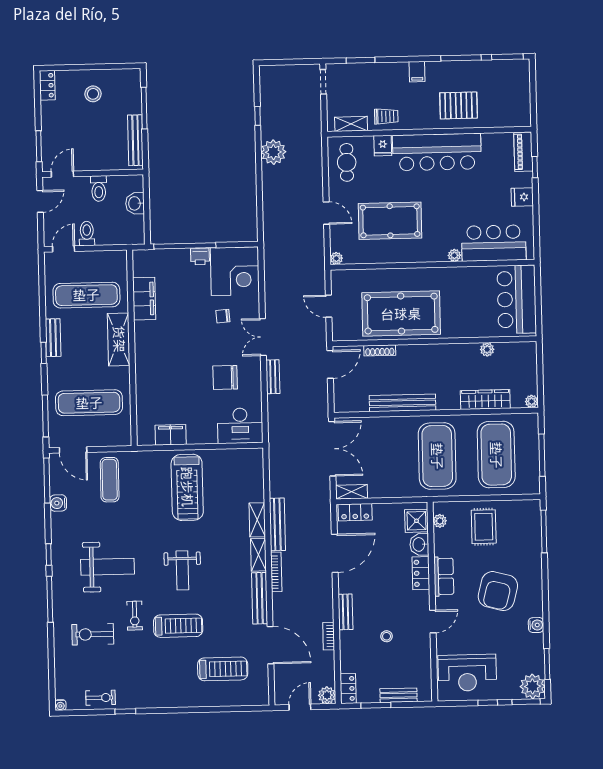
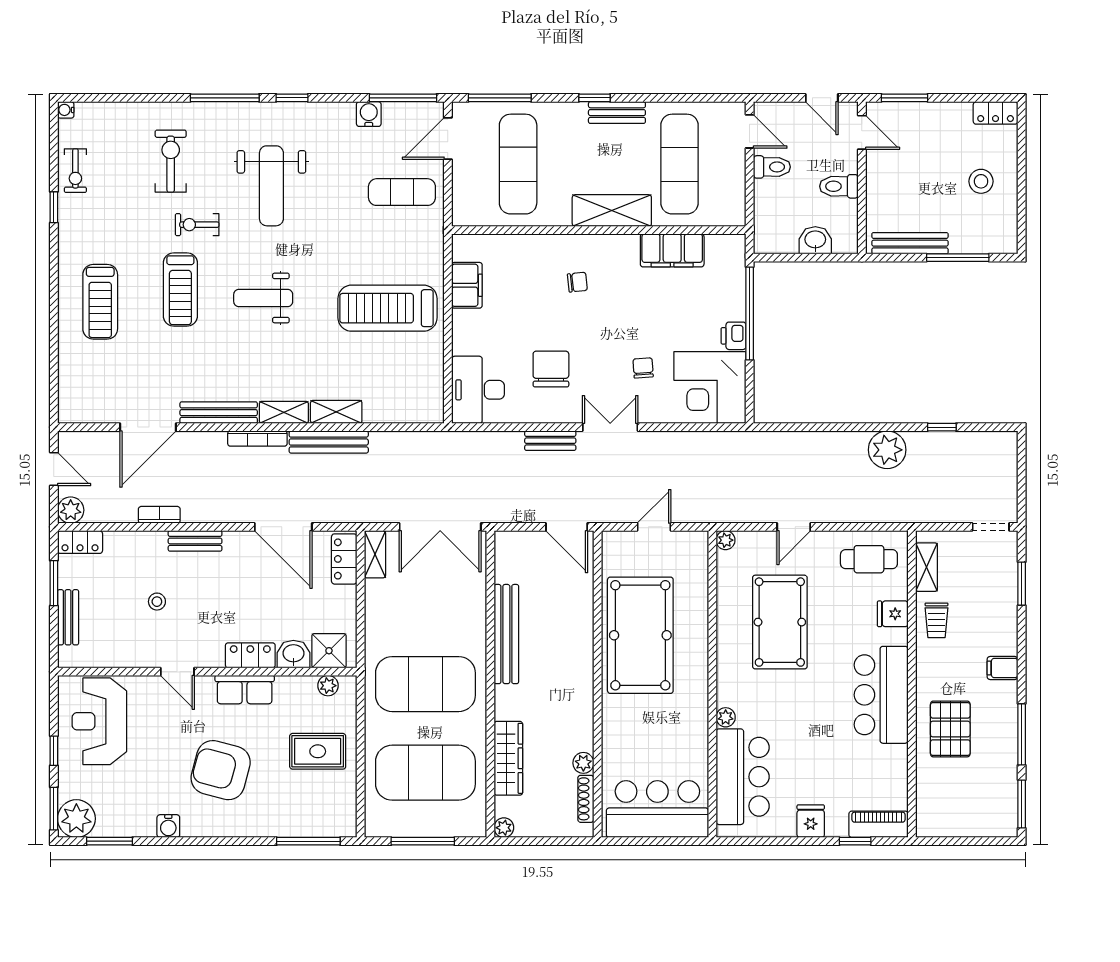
bar counter: (437, 152) -> (881, 695), width x0.73
shoe rack: (380, 350) -> (586, 799), moved
chair: (167, 361) -> (577, 282), added
treadmill: (223, 669) -> (100, 302), moved

